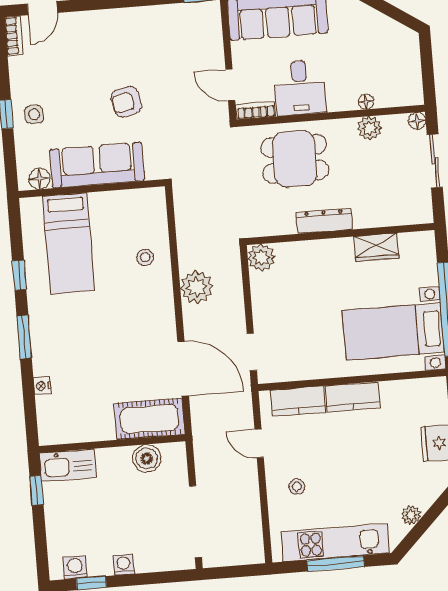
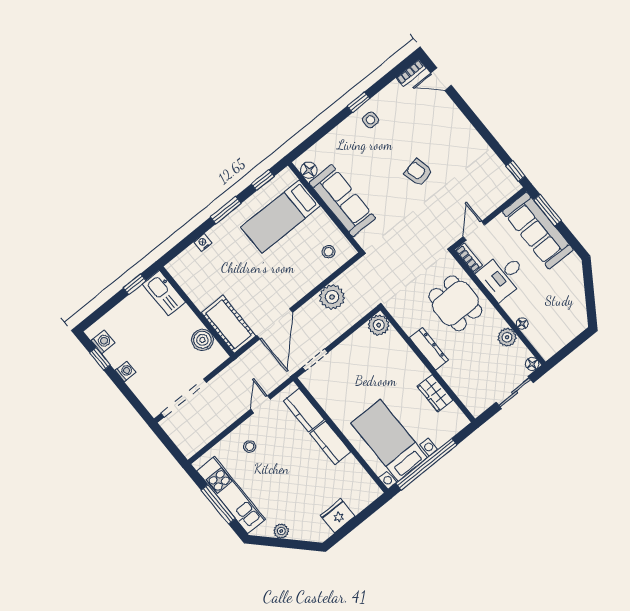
sofa: (97, 165) -> (342, 201), moved
floor lamp: (39, 179) -> (309, 170), moved
wall: (92, 189) -> (325, 207), moved
bed: (69, 243) -> (281, 217), moved

